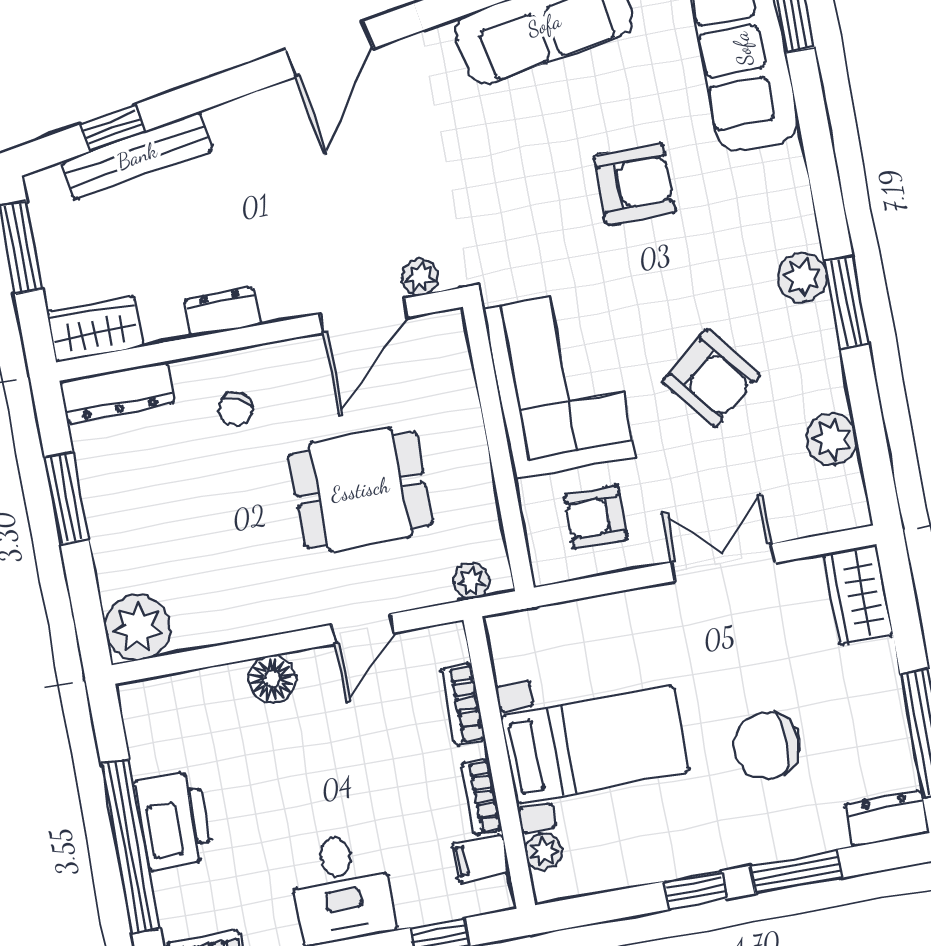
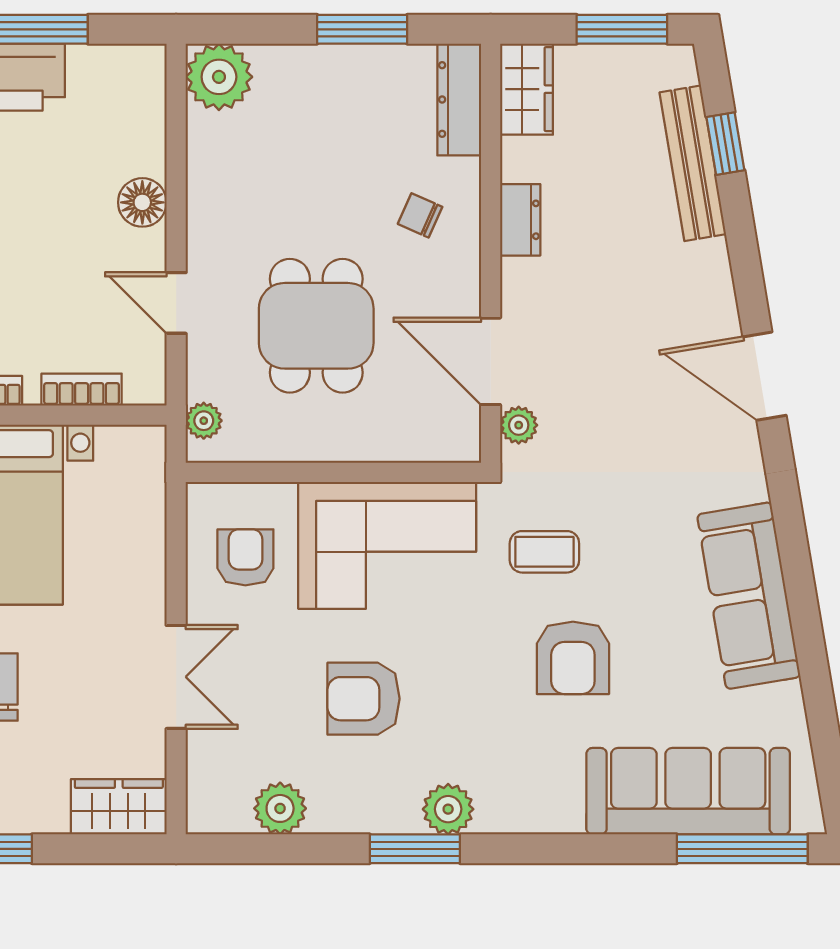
coffee table: (538, 230) -> (544, 552), added
armchair: (711, 378) -> (364, 699), turned 39

